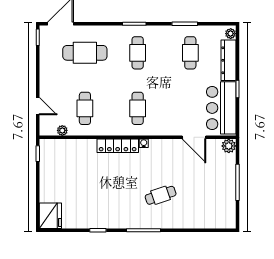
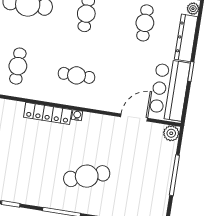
cafe table: (138, 108) -> (76, 75), turned 90
door: (194, 137) -> (134, 118), swing flipped
cafe table: (161, 195) -> (87, 176), width x1.37, depth x1.35

